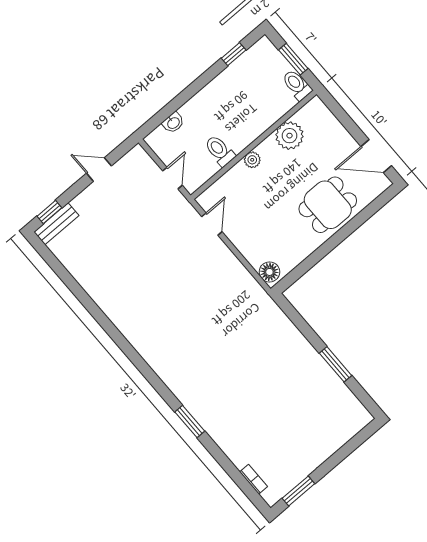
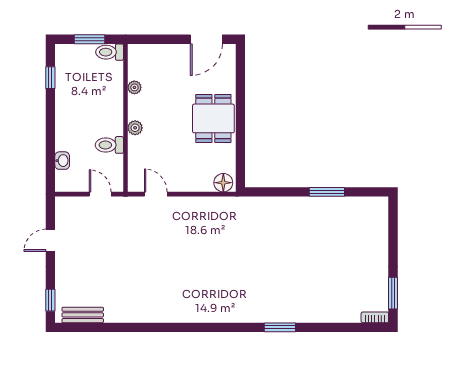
plant: (290, 136) -> (134, 87), width x0.53, depth x0.53
dining table: (328, 205) -> (213, 118), moved
bench: (56, 224) -> (83, 315), moved, turned 90
bookcase: (254, 479) -> (375, 317), moved

